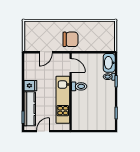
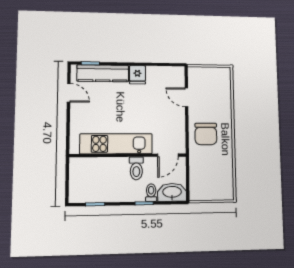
door: (71, 65) -> (168, 155), moved
toilet: (79, 86) -> (136, 168), moved
wall: (71, 92) -> (128, 155), moved
kitchen unit: (63, 100) -> (116, 144), moved

